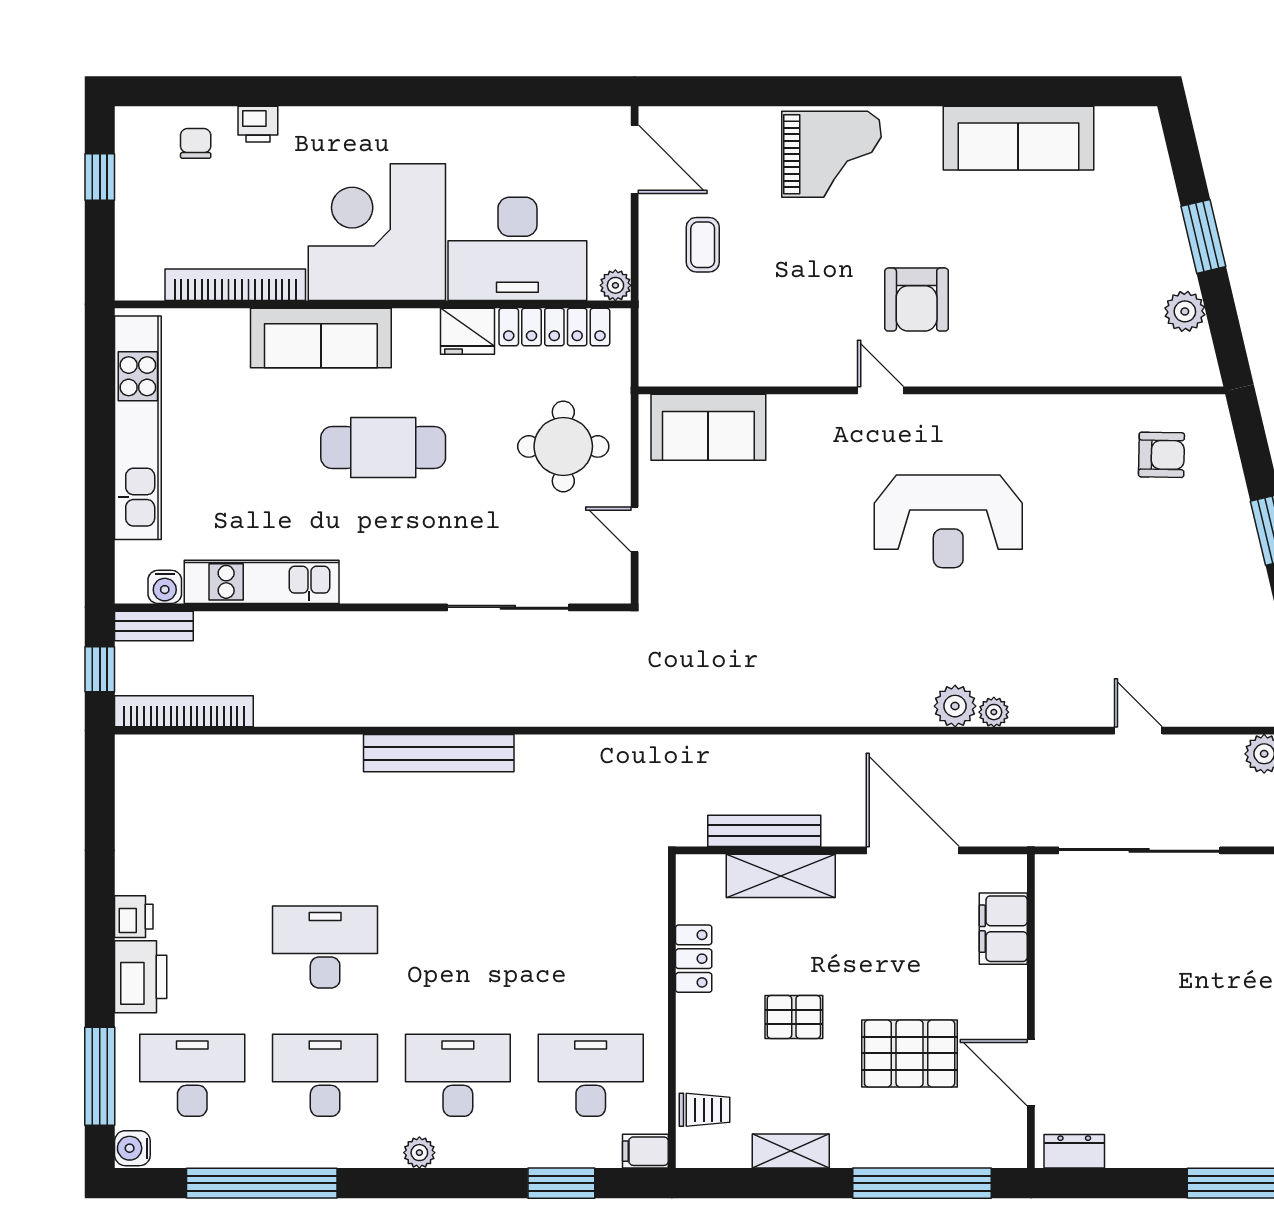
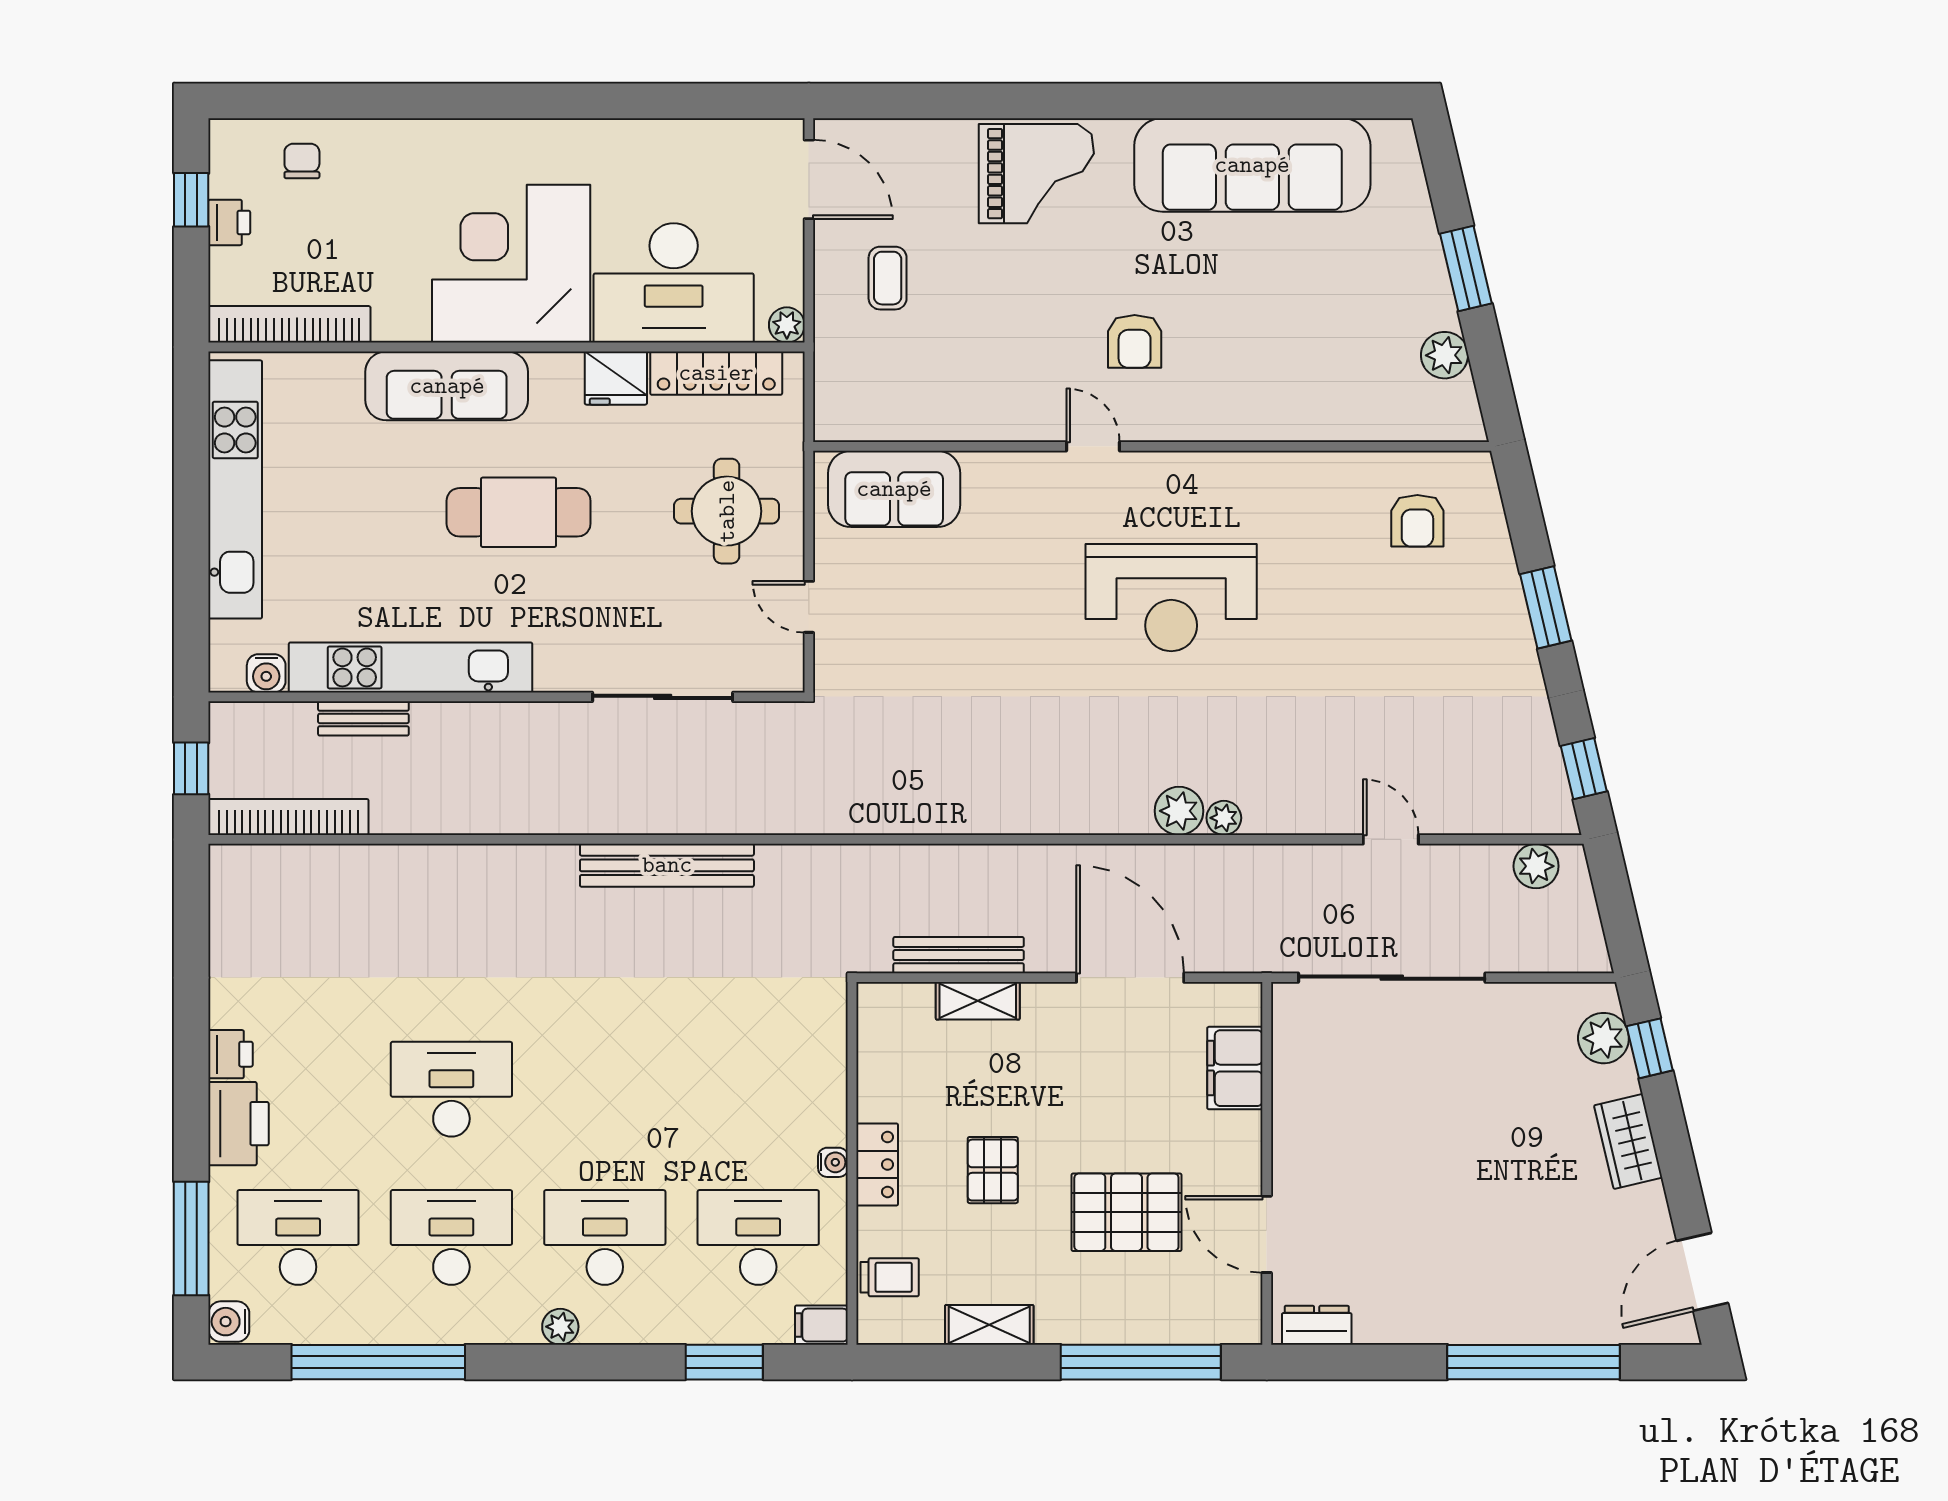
printer: (258, 124) -> (229, 222), moved, turned -90
sofa: (1018, 138) -> (1252, 165), width x1.36, depth x1.27
bookcase: (235, 285) -> (289, 324), moved
armchair: (917, 300) -> (1135, 341), width x0.72, depth x0.72
armchair: (1161, 455) -> (1417, 521), turned 89
kitchen unit: (262, 582) -> (411, 667), width x1.36
bench: (154, 626) -> (363, 718), moved
bench: (439, 753) -> (667, 865), moved
shelving: (781, 876) -> (978, 1001), width x0.67, depth x0.75
locker: (694, 959) -> (877, 1164), moved
water cooler: (655, 1010) -> (833, 1162), added
pallet: (794, 1017) -> (993, 1170), turned 90

